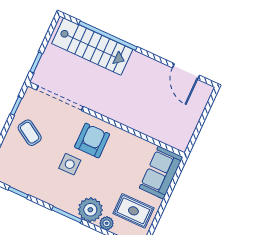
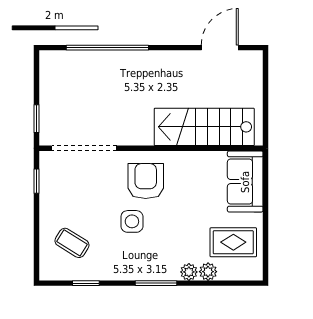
stairs: (92, 46) -> (204, 127), moved, turned 180
door: (186, 71) -> (220, 48), swing flipped
coffee table: (30, 133) -> (72, 243), moved
plant: (90, 210) -> (189, 272), width x0.53, depth x0.53

